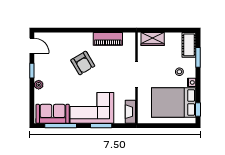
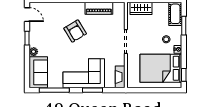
sofa: (53, 114) -> (38, 72), moved, turned 90

